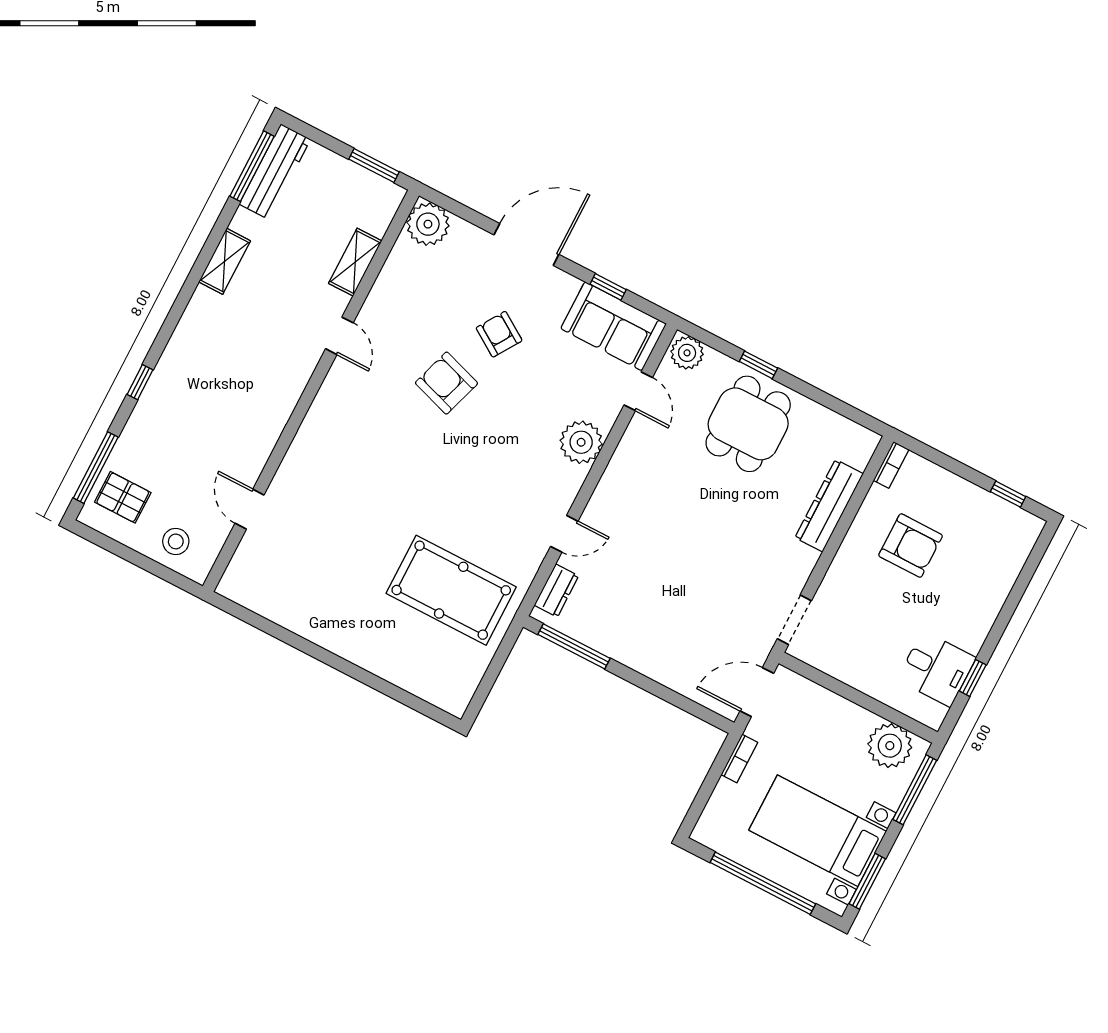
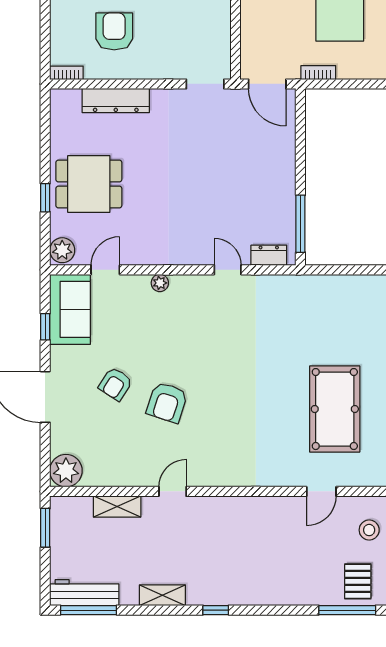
window: (140, 382) -> (216, 610), moved
plant: (581, 442) -> (160, 283), width x0.53, depth x0.53
pool table: (451, 590) -> (335, 409), moved

